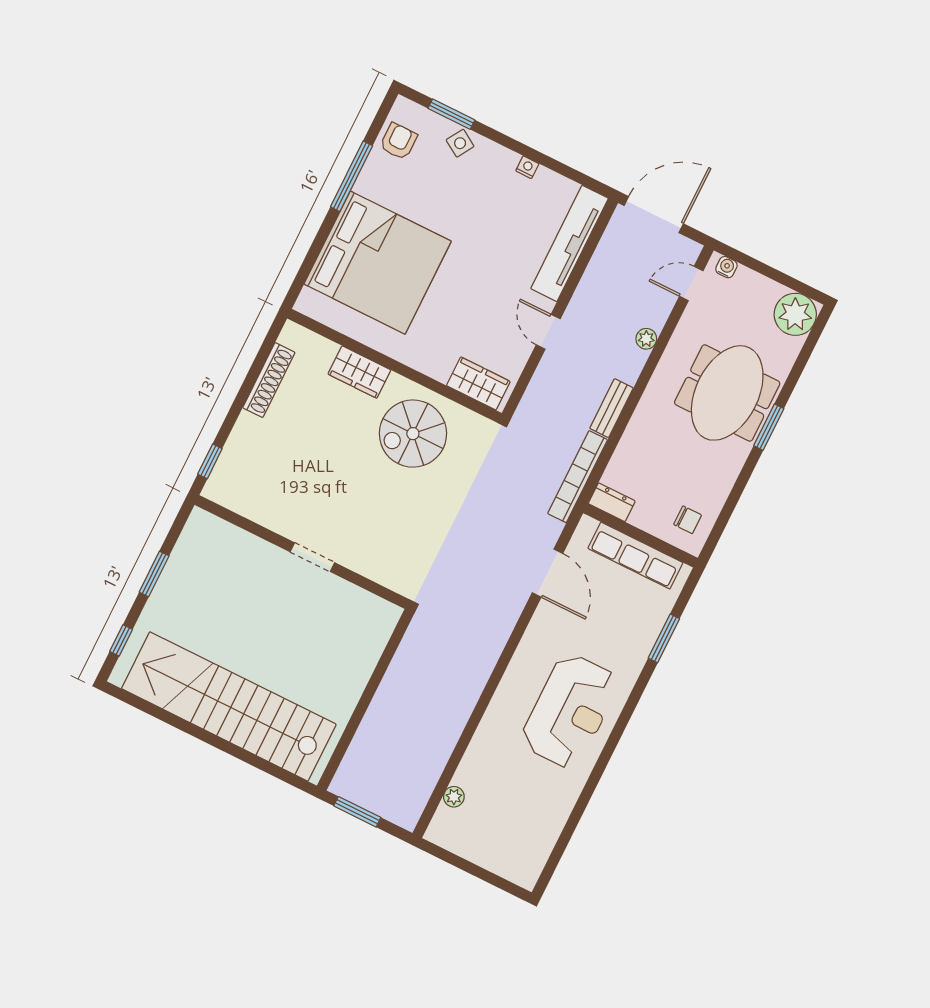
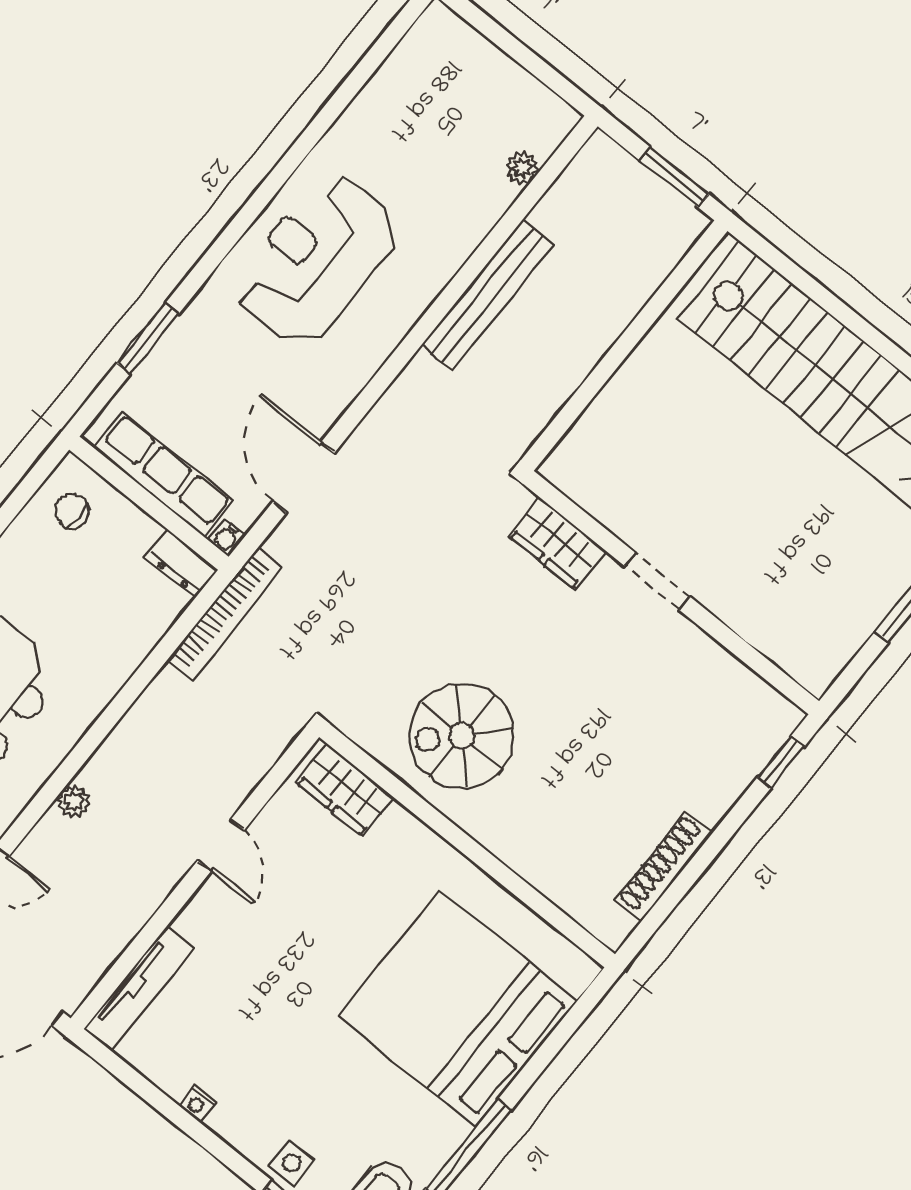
side table: (460, 143) -> (292, 1163), turned -32
tv unit: (570, 243) -> (139, 989), width x0.73, depth x0.78
wardrobe: (359, 372) -> (557, 543), moved, turned 180
bench: (611, 408) -> (487, 295), moved, width x1.86, depth x1.21
spiral stairs: (413, 434) -> (462, 736), turned 180
water cooler: (587, 525) -> (227, 538), added

